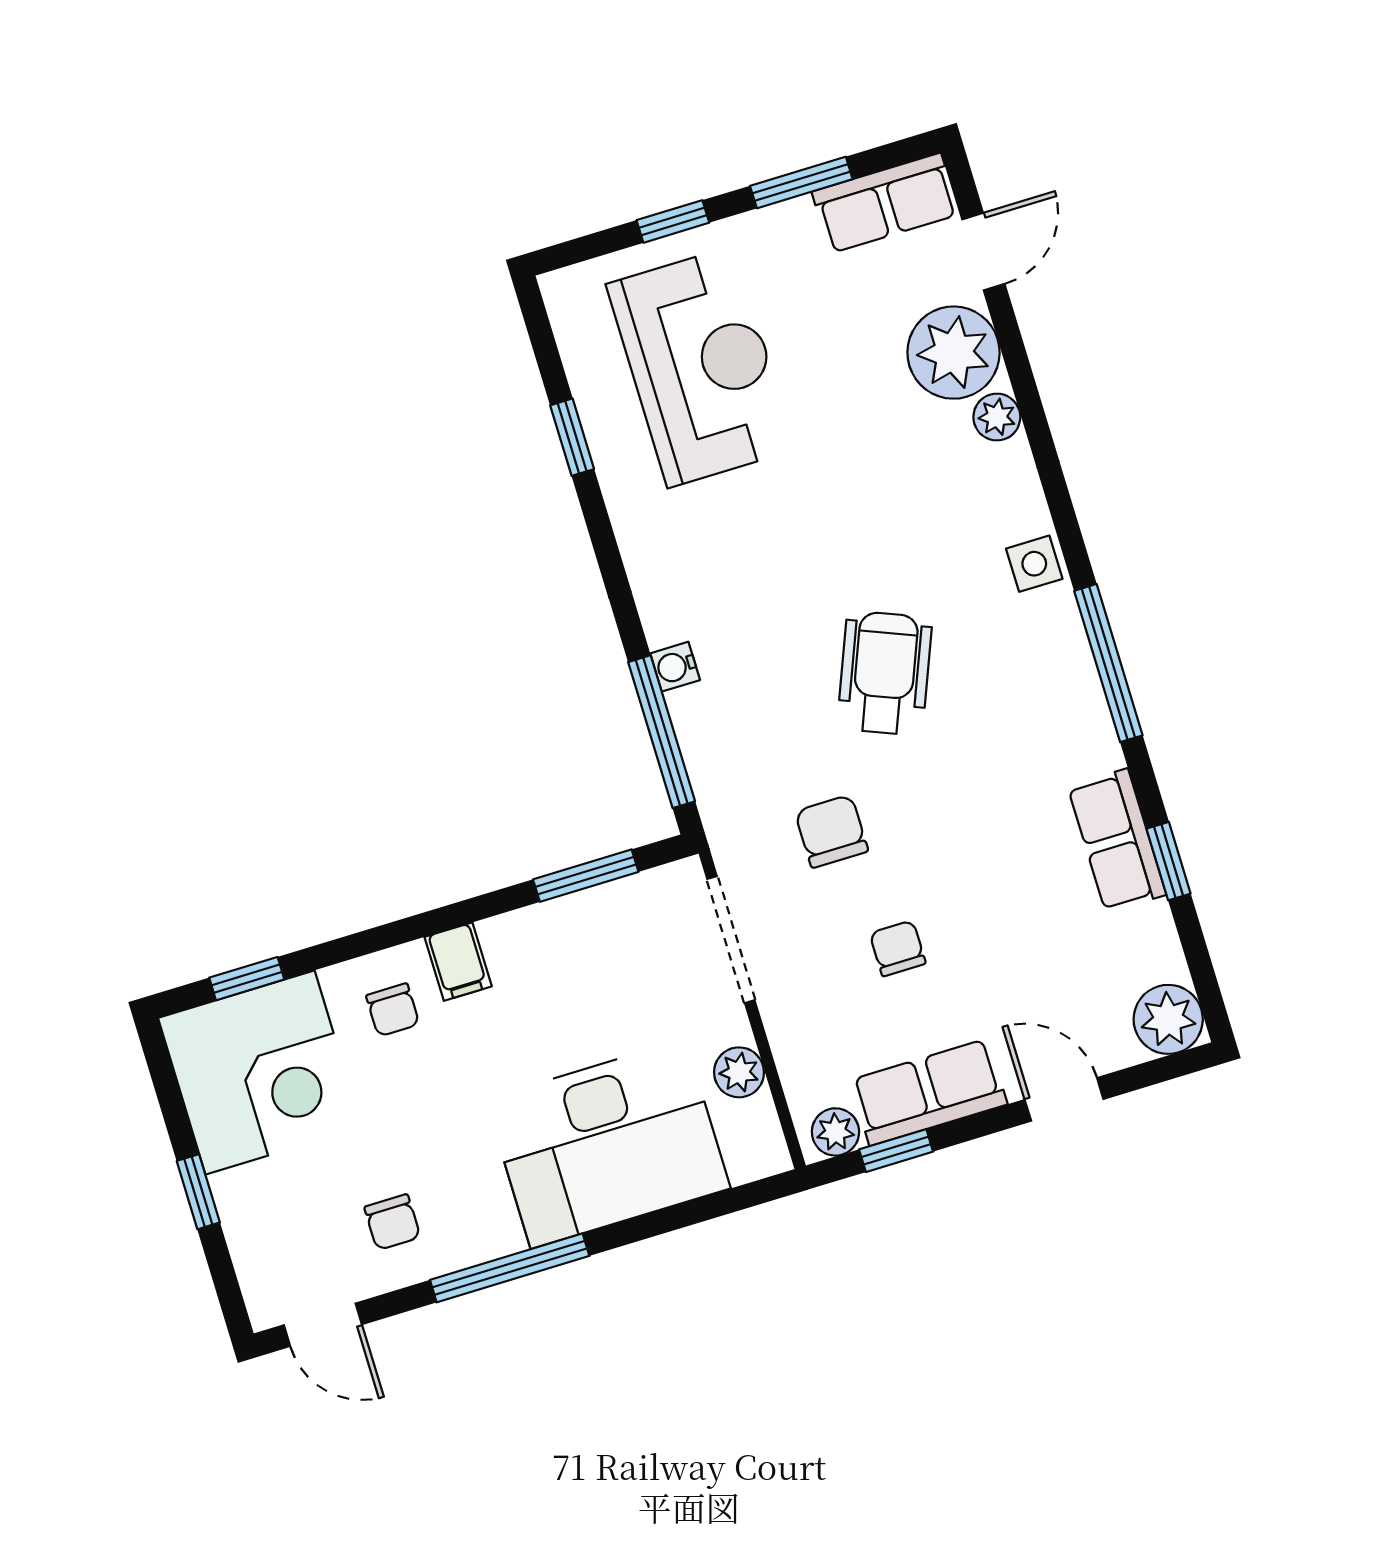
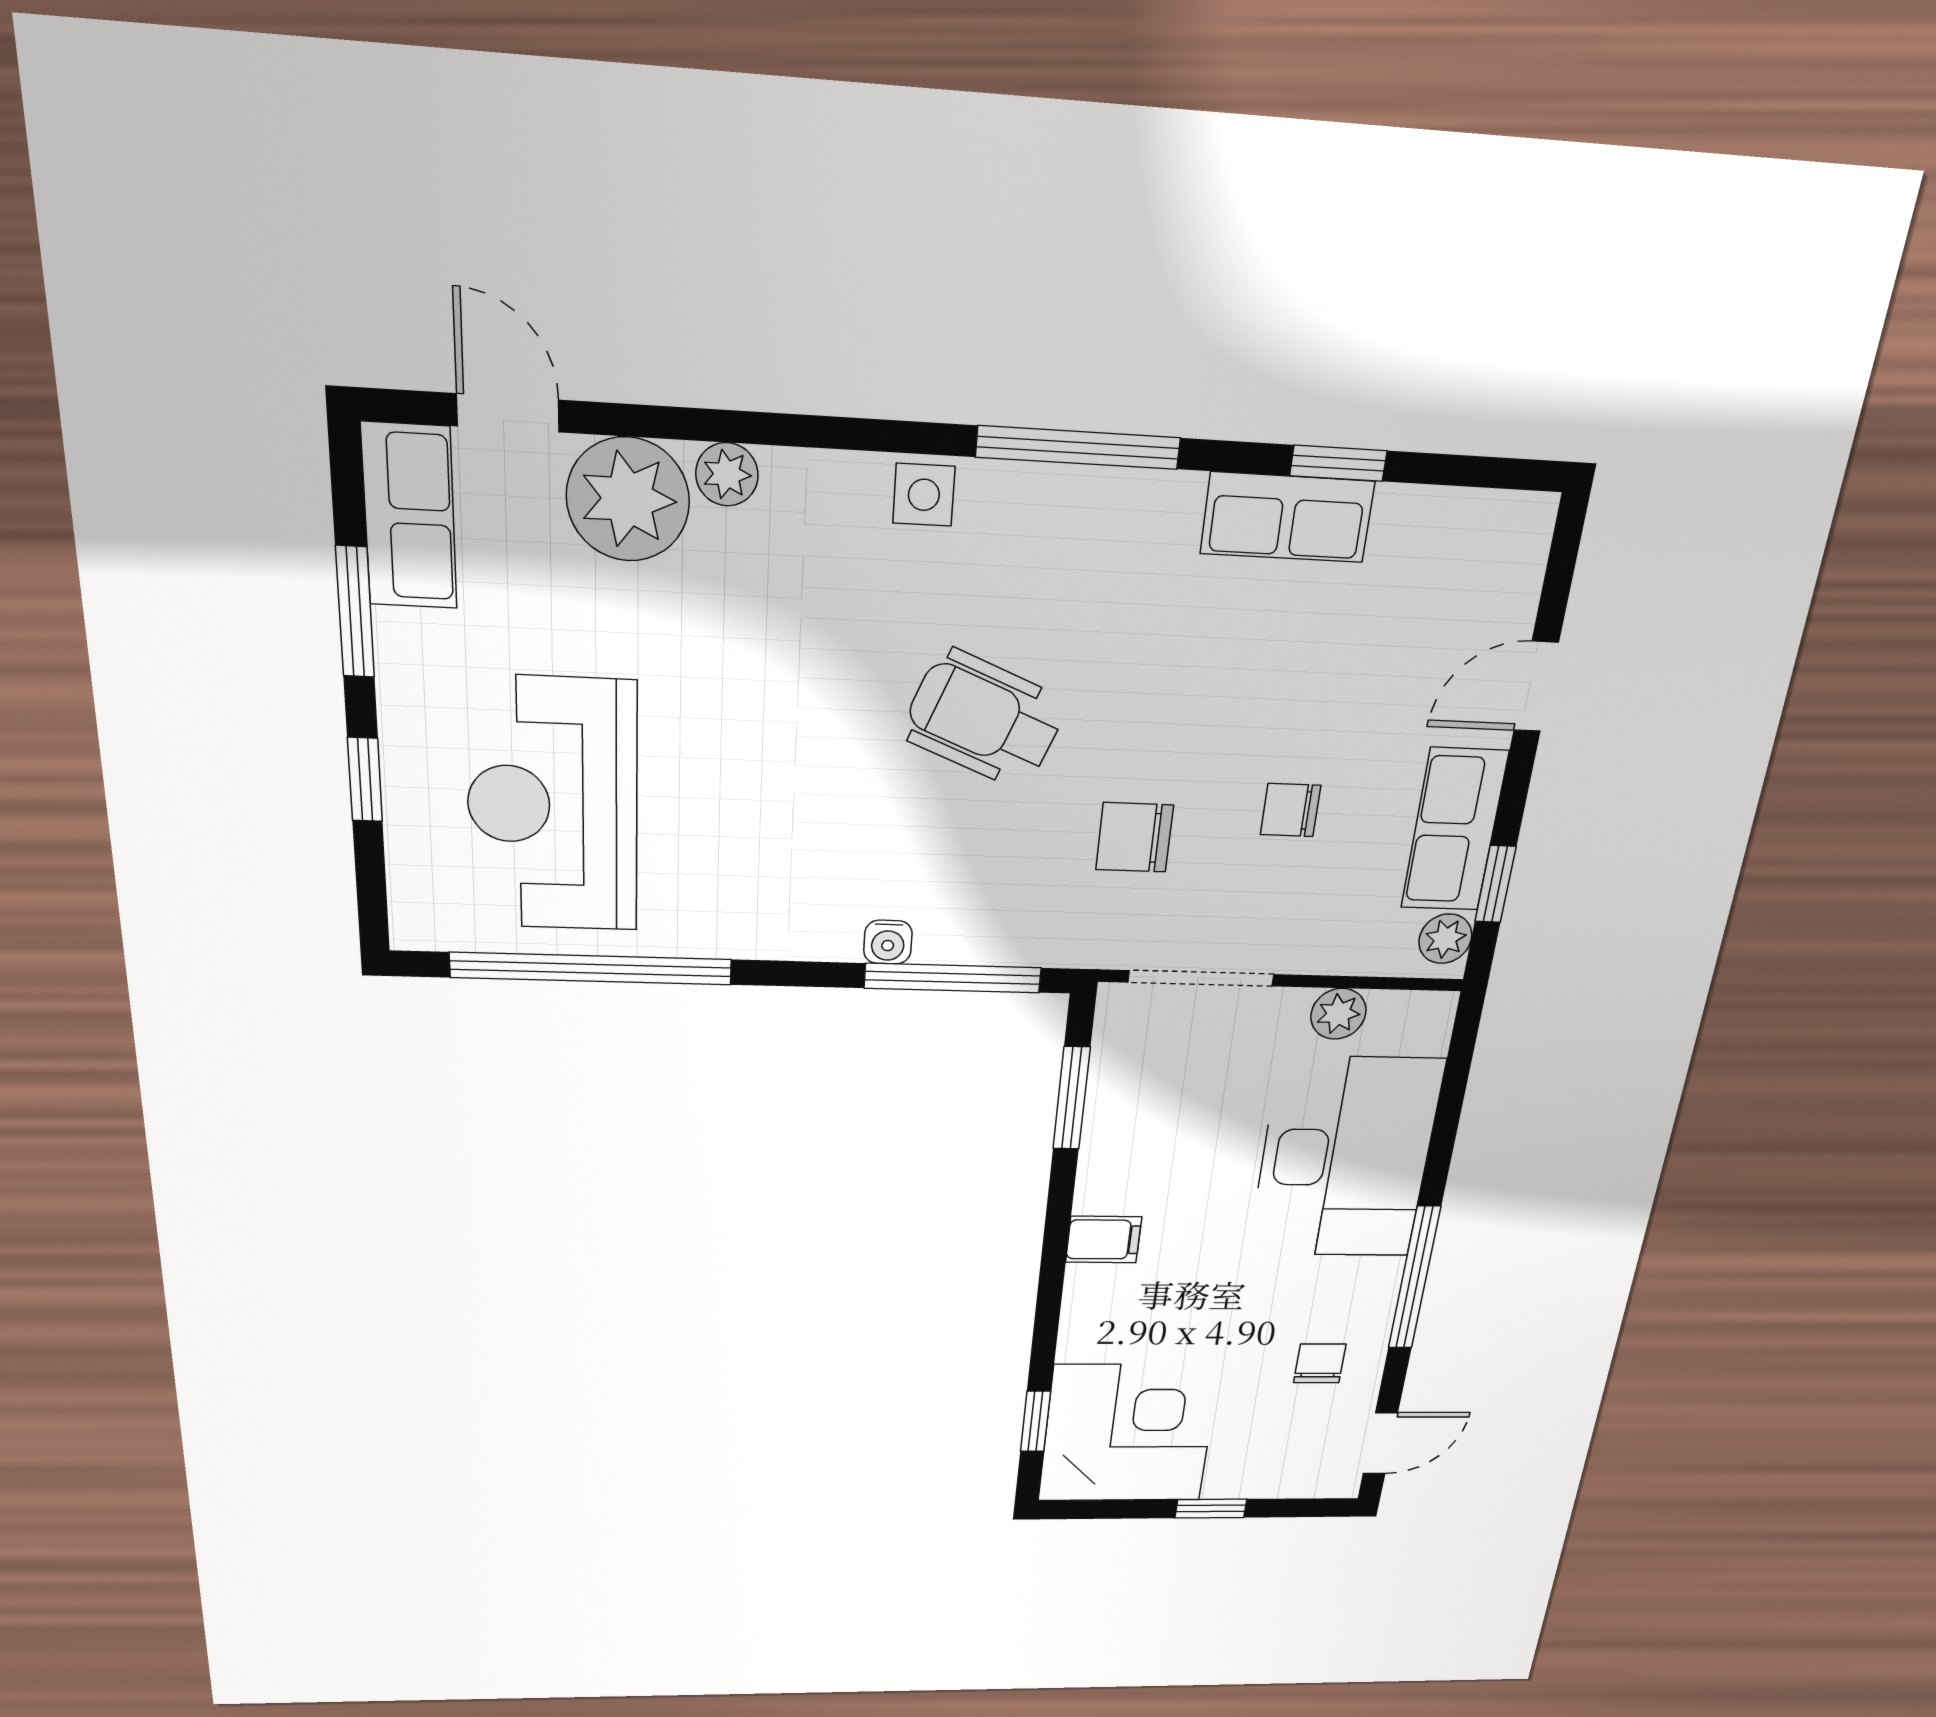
reception desk: (701, 367) -> (553, 805), turned -90
window: (572, 437) -> (591, 969), width x3.17
chair: (393, 1010) -> (1123, 1309), removed
plant: (1168, 1019) -> (1512, 534), removed
chair: (392, 1222) -> (1320, 1363), turned -90

